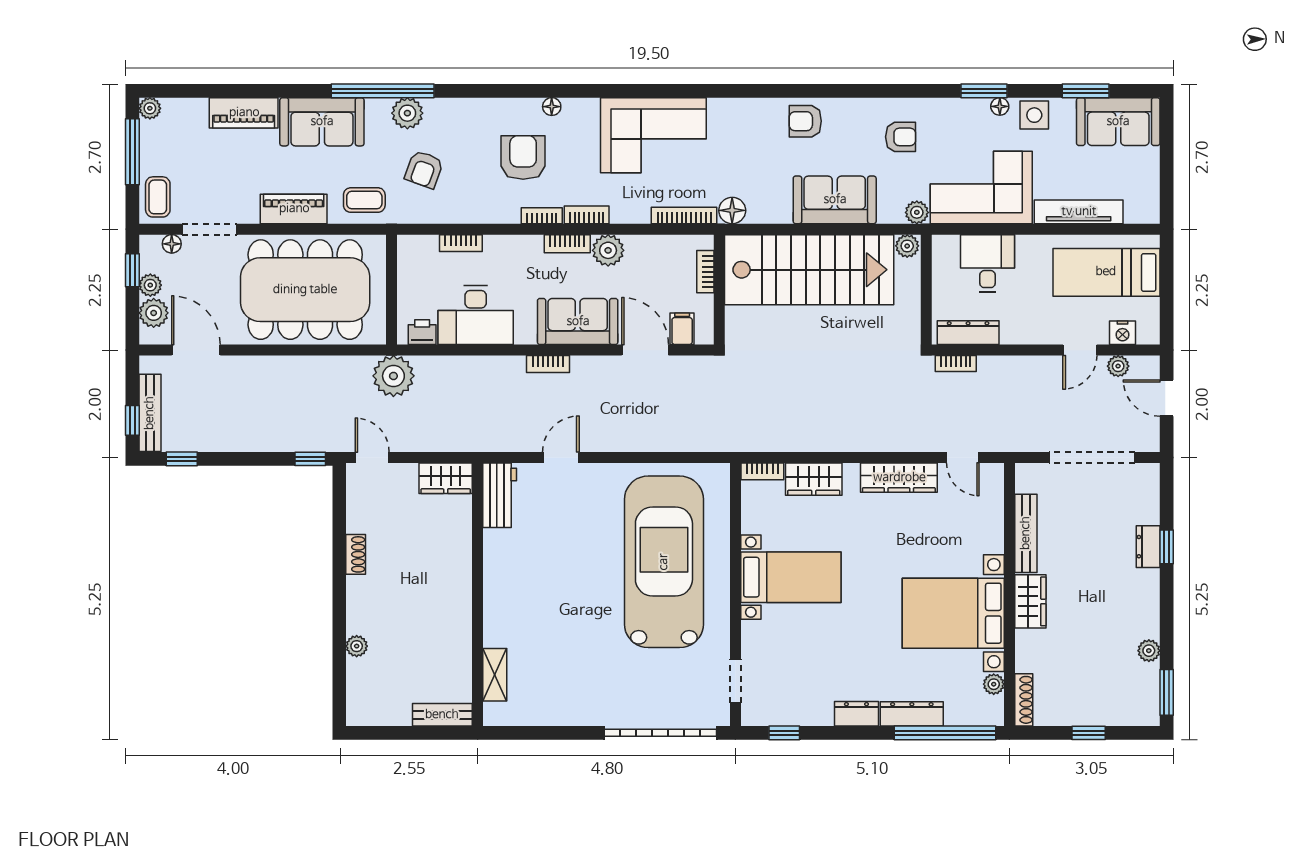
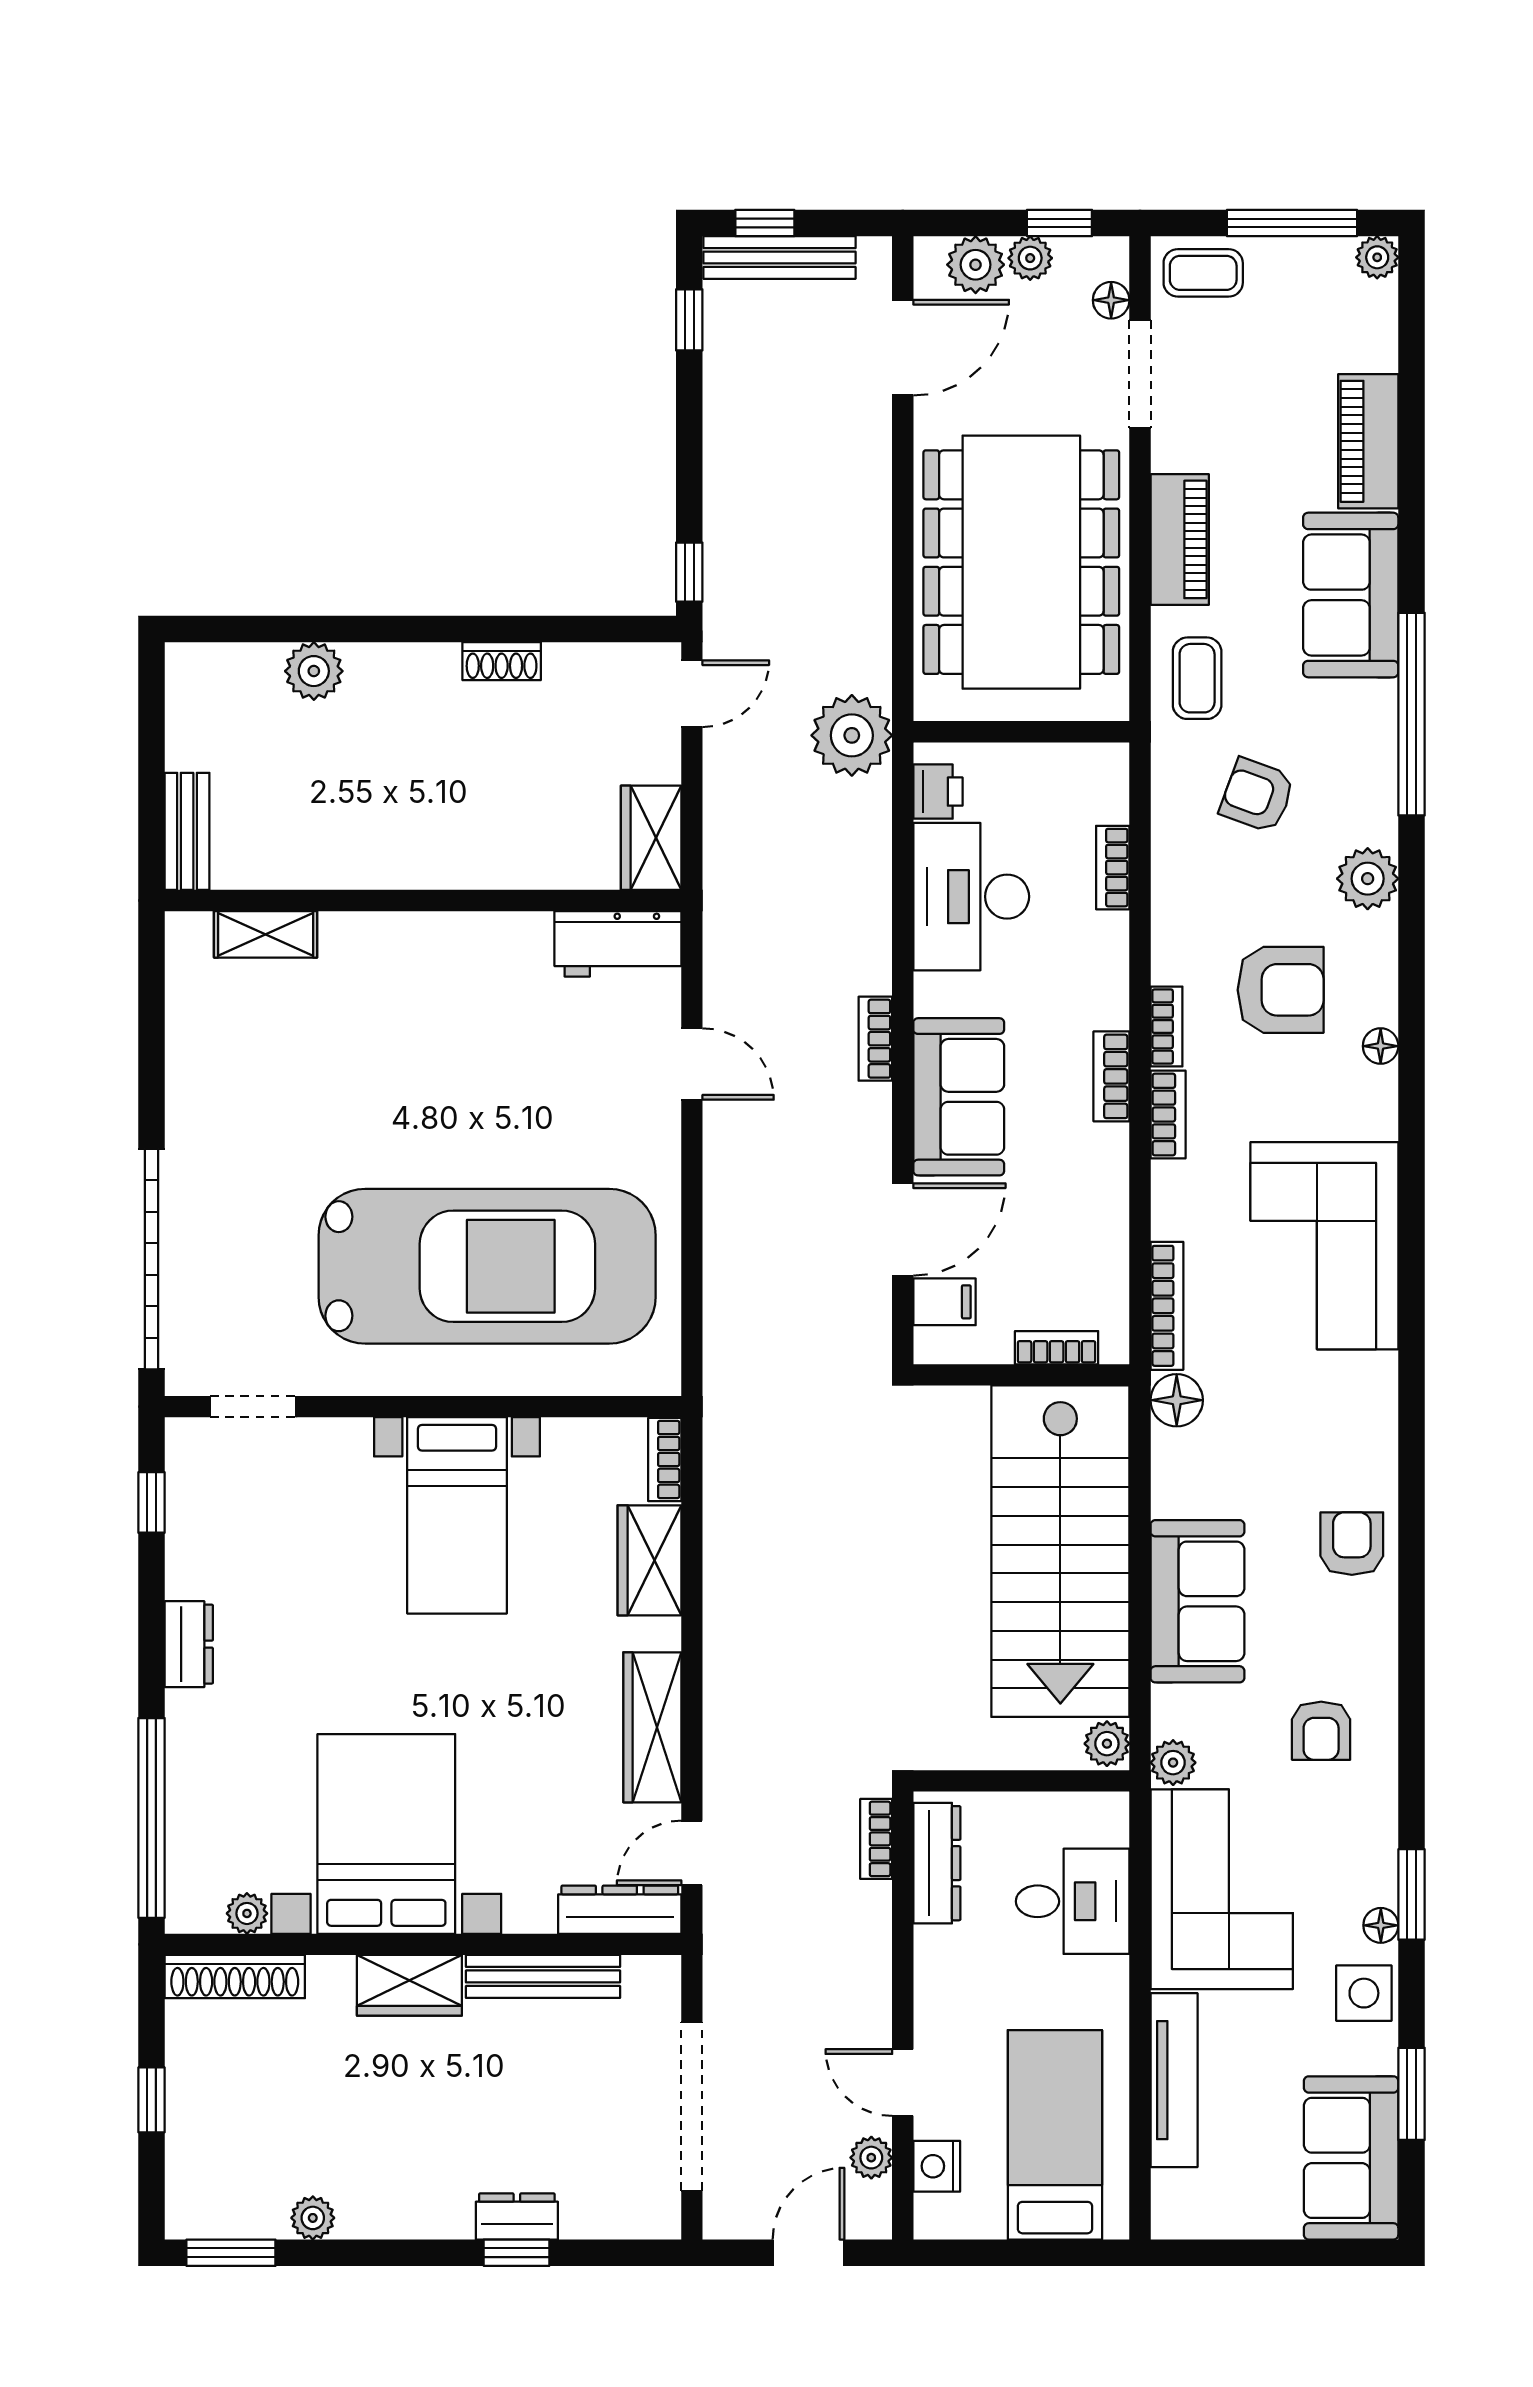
plant: (407, 113) -> (1368, 879), moved
plant: (608, 250) -> (1098, 1157), removed
plant: (357, 646) -> (314, 671), width x1.38, depth x1.38
shoe rack: (1024, 700) -> (235, 1977), width x1.36, depth x1.24
dresser: (912, 714) -> (620, 1910), moved, turned -90

